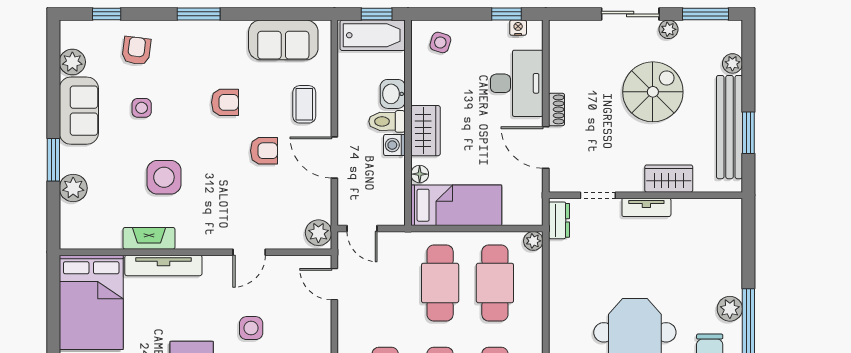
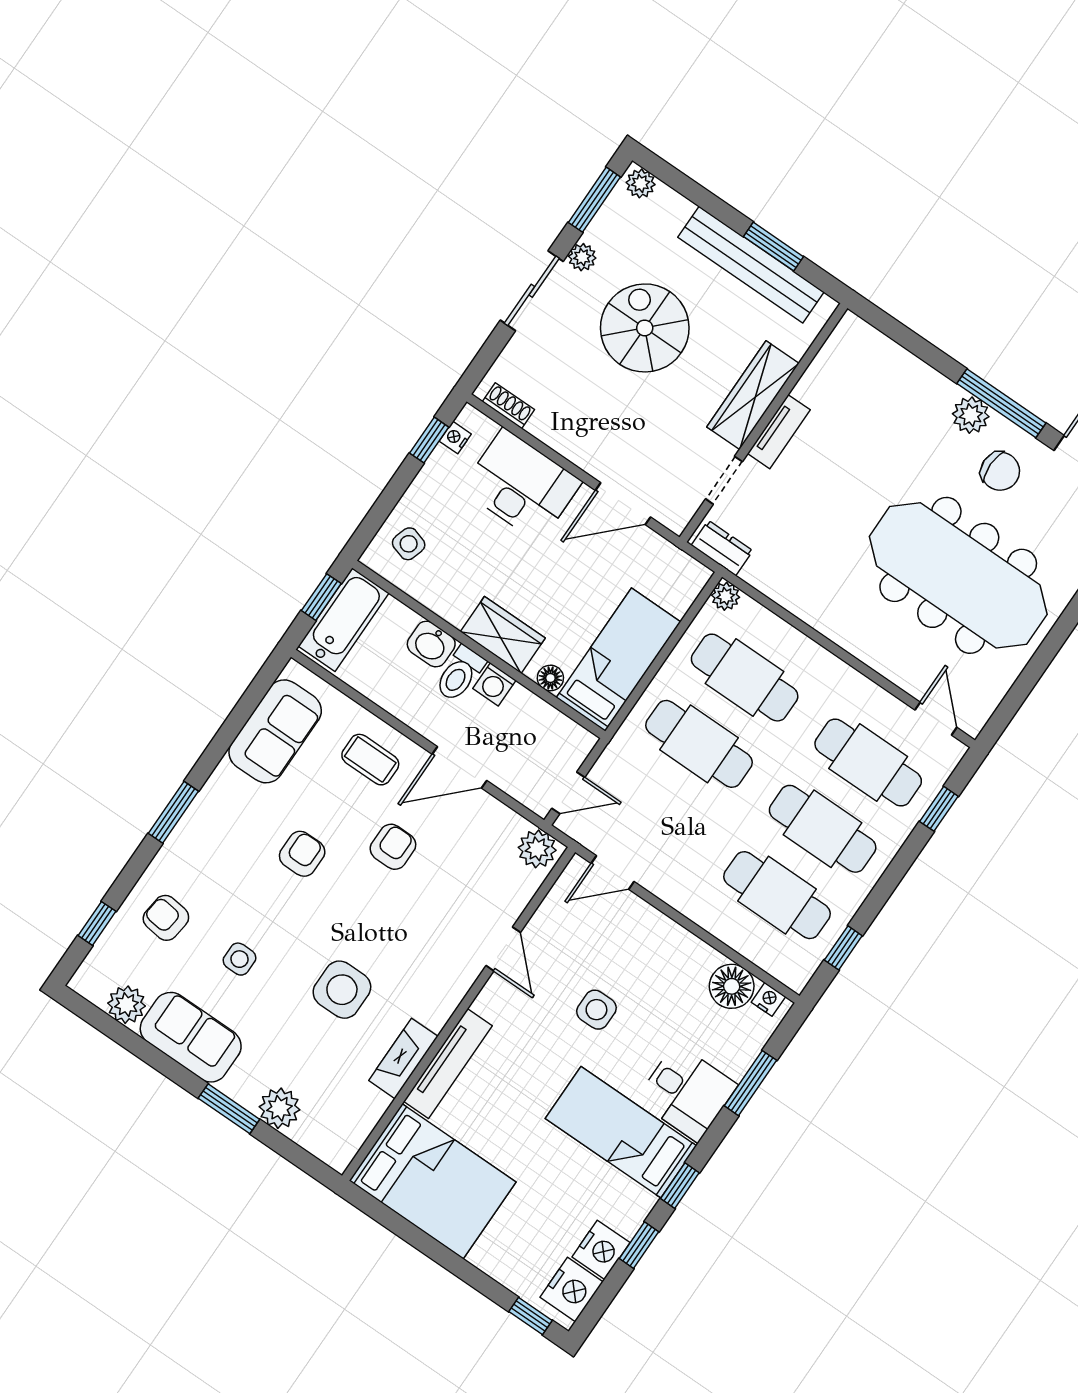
plant: (732, 63) -> (641, 183), moved
shoe rack: (557, 109) -> (508, 406), moved
wardrobe: (669, 179) -> (753, 395), width x1.50

